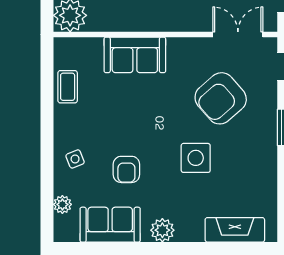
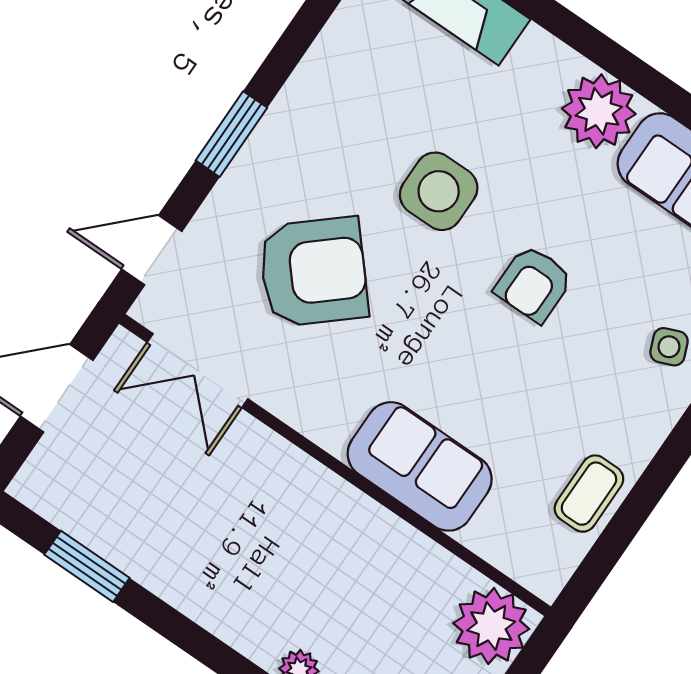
armchair: (126, 169) -> (534, 284), moved, turned 180
plant: (162, 230) -> (599, 111), width x1.36, depth x1.36

